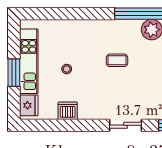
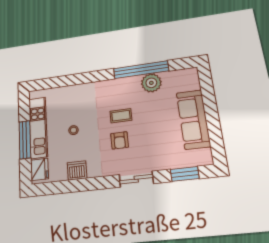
window: (14, 73) -> (25, 140), width x1.44
armchair: (113, 86) -> (120, 140), added

